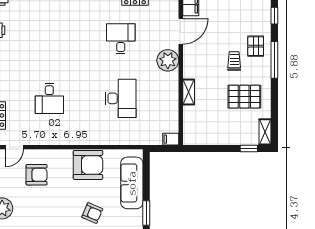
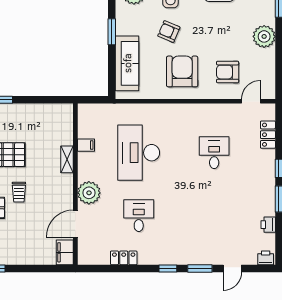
desk: (121, 39) -> (139, 216), turned 180
desk: (121, 98) -> (139, 153), width x1.36, depth x1.30
filing cabinet: (171, 139) -> (86, 145), moved
armchair: (88, 165) -> (182, 71), moved, turned 90

